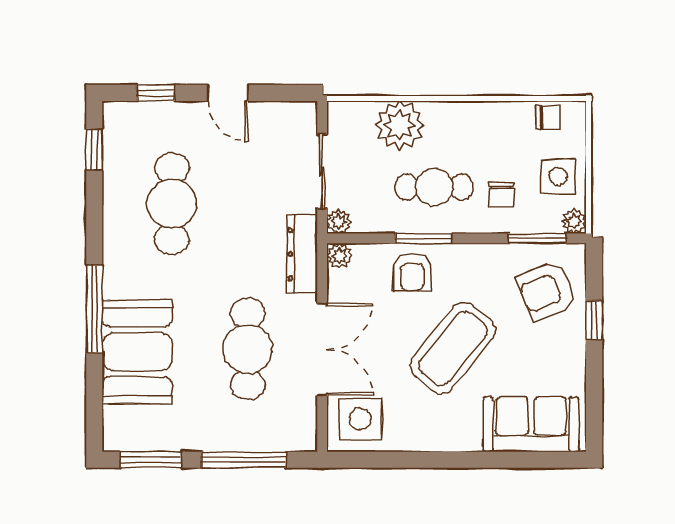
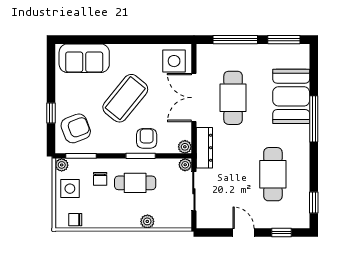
plant: (400, 125) -> (147, 221), width x0.53, depth x0.53
chair: (501, 195) -> (100, 179), turned 180

